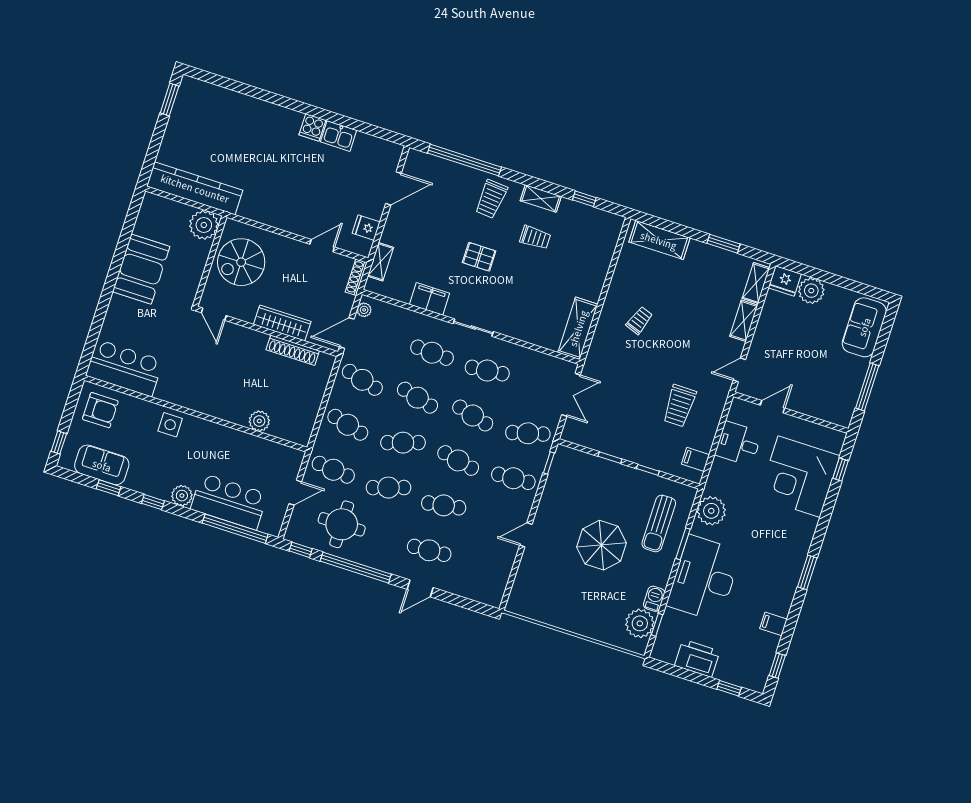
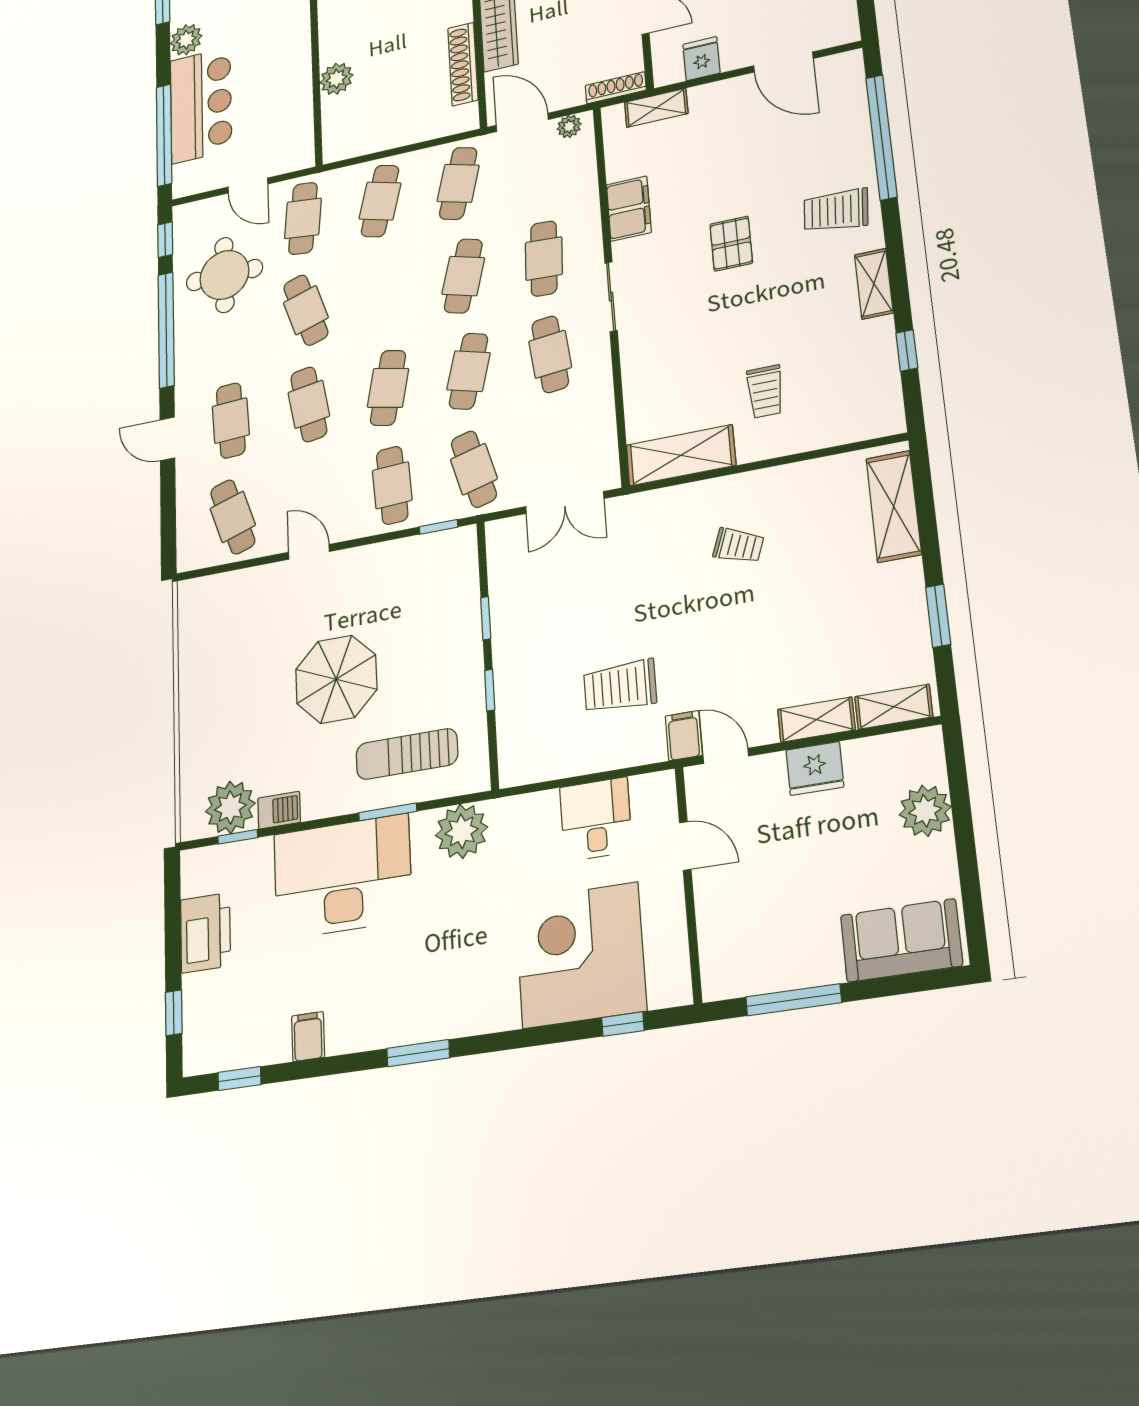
trolley: (535, 237) -> (765, 391), moved
fridge: (785, 281) -> (815, 768), moved, turned -90
cafe table: (403, 443) -> (233, 517), moved
filing cabinet: (695, 459) -> (684, 736), moved

